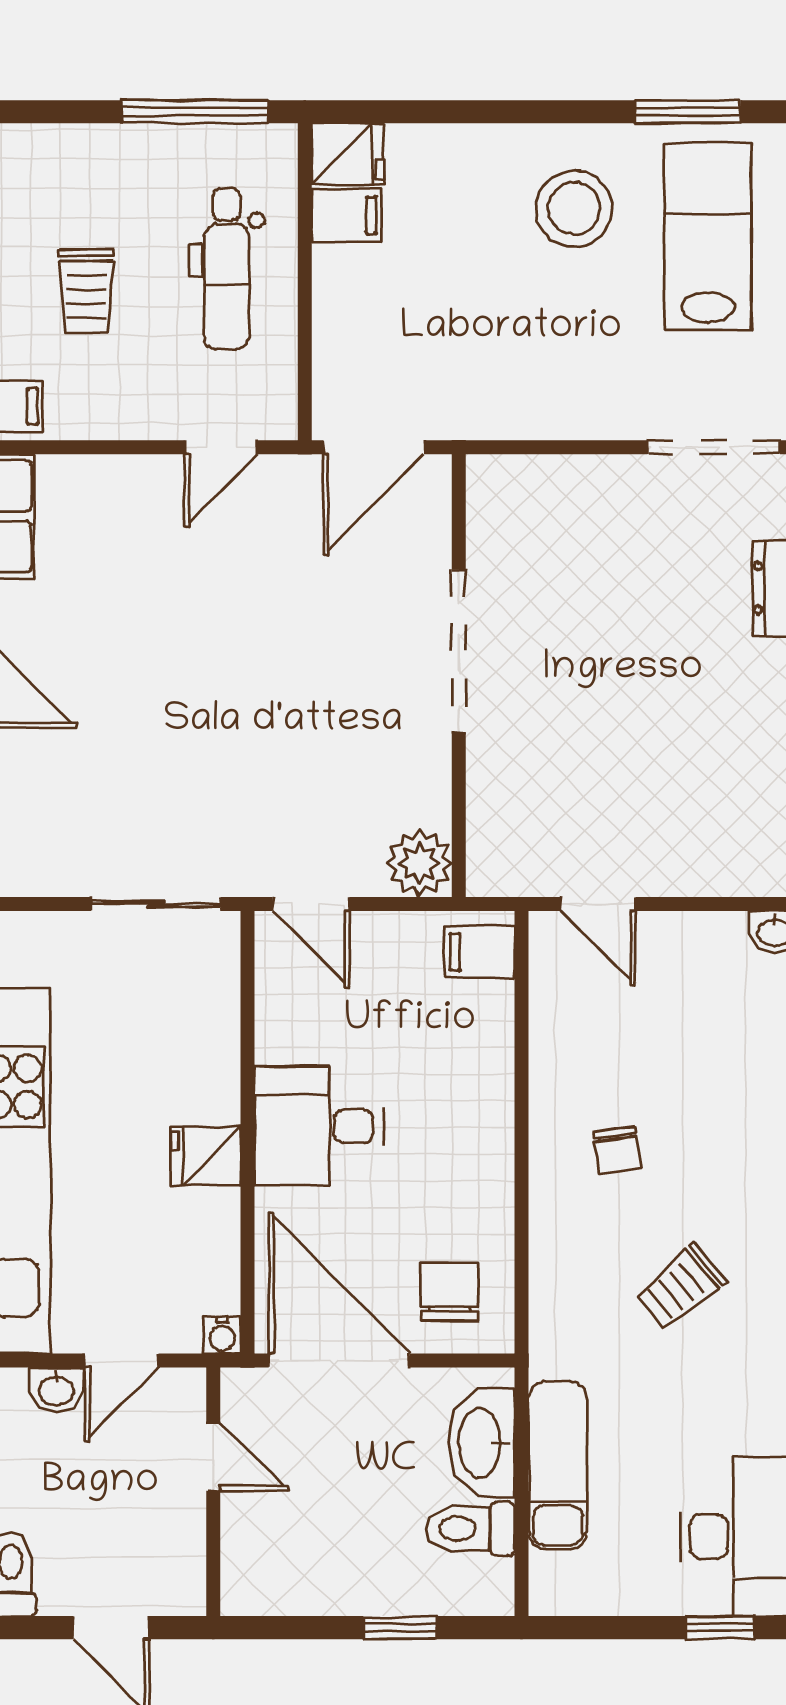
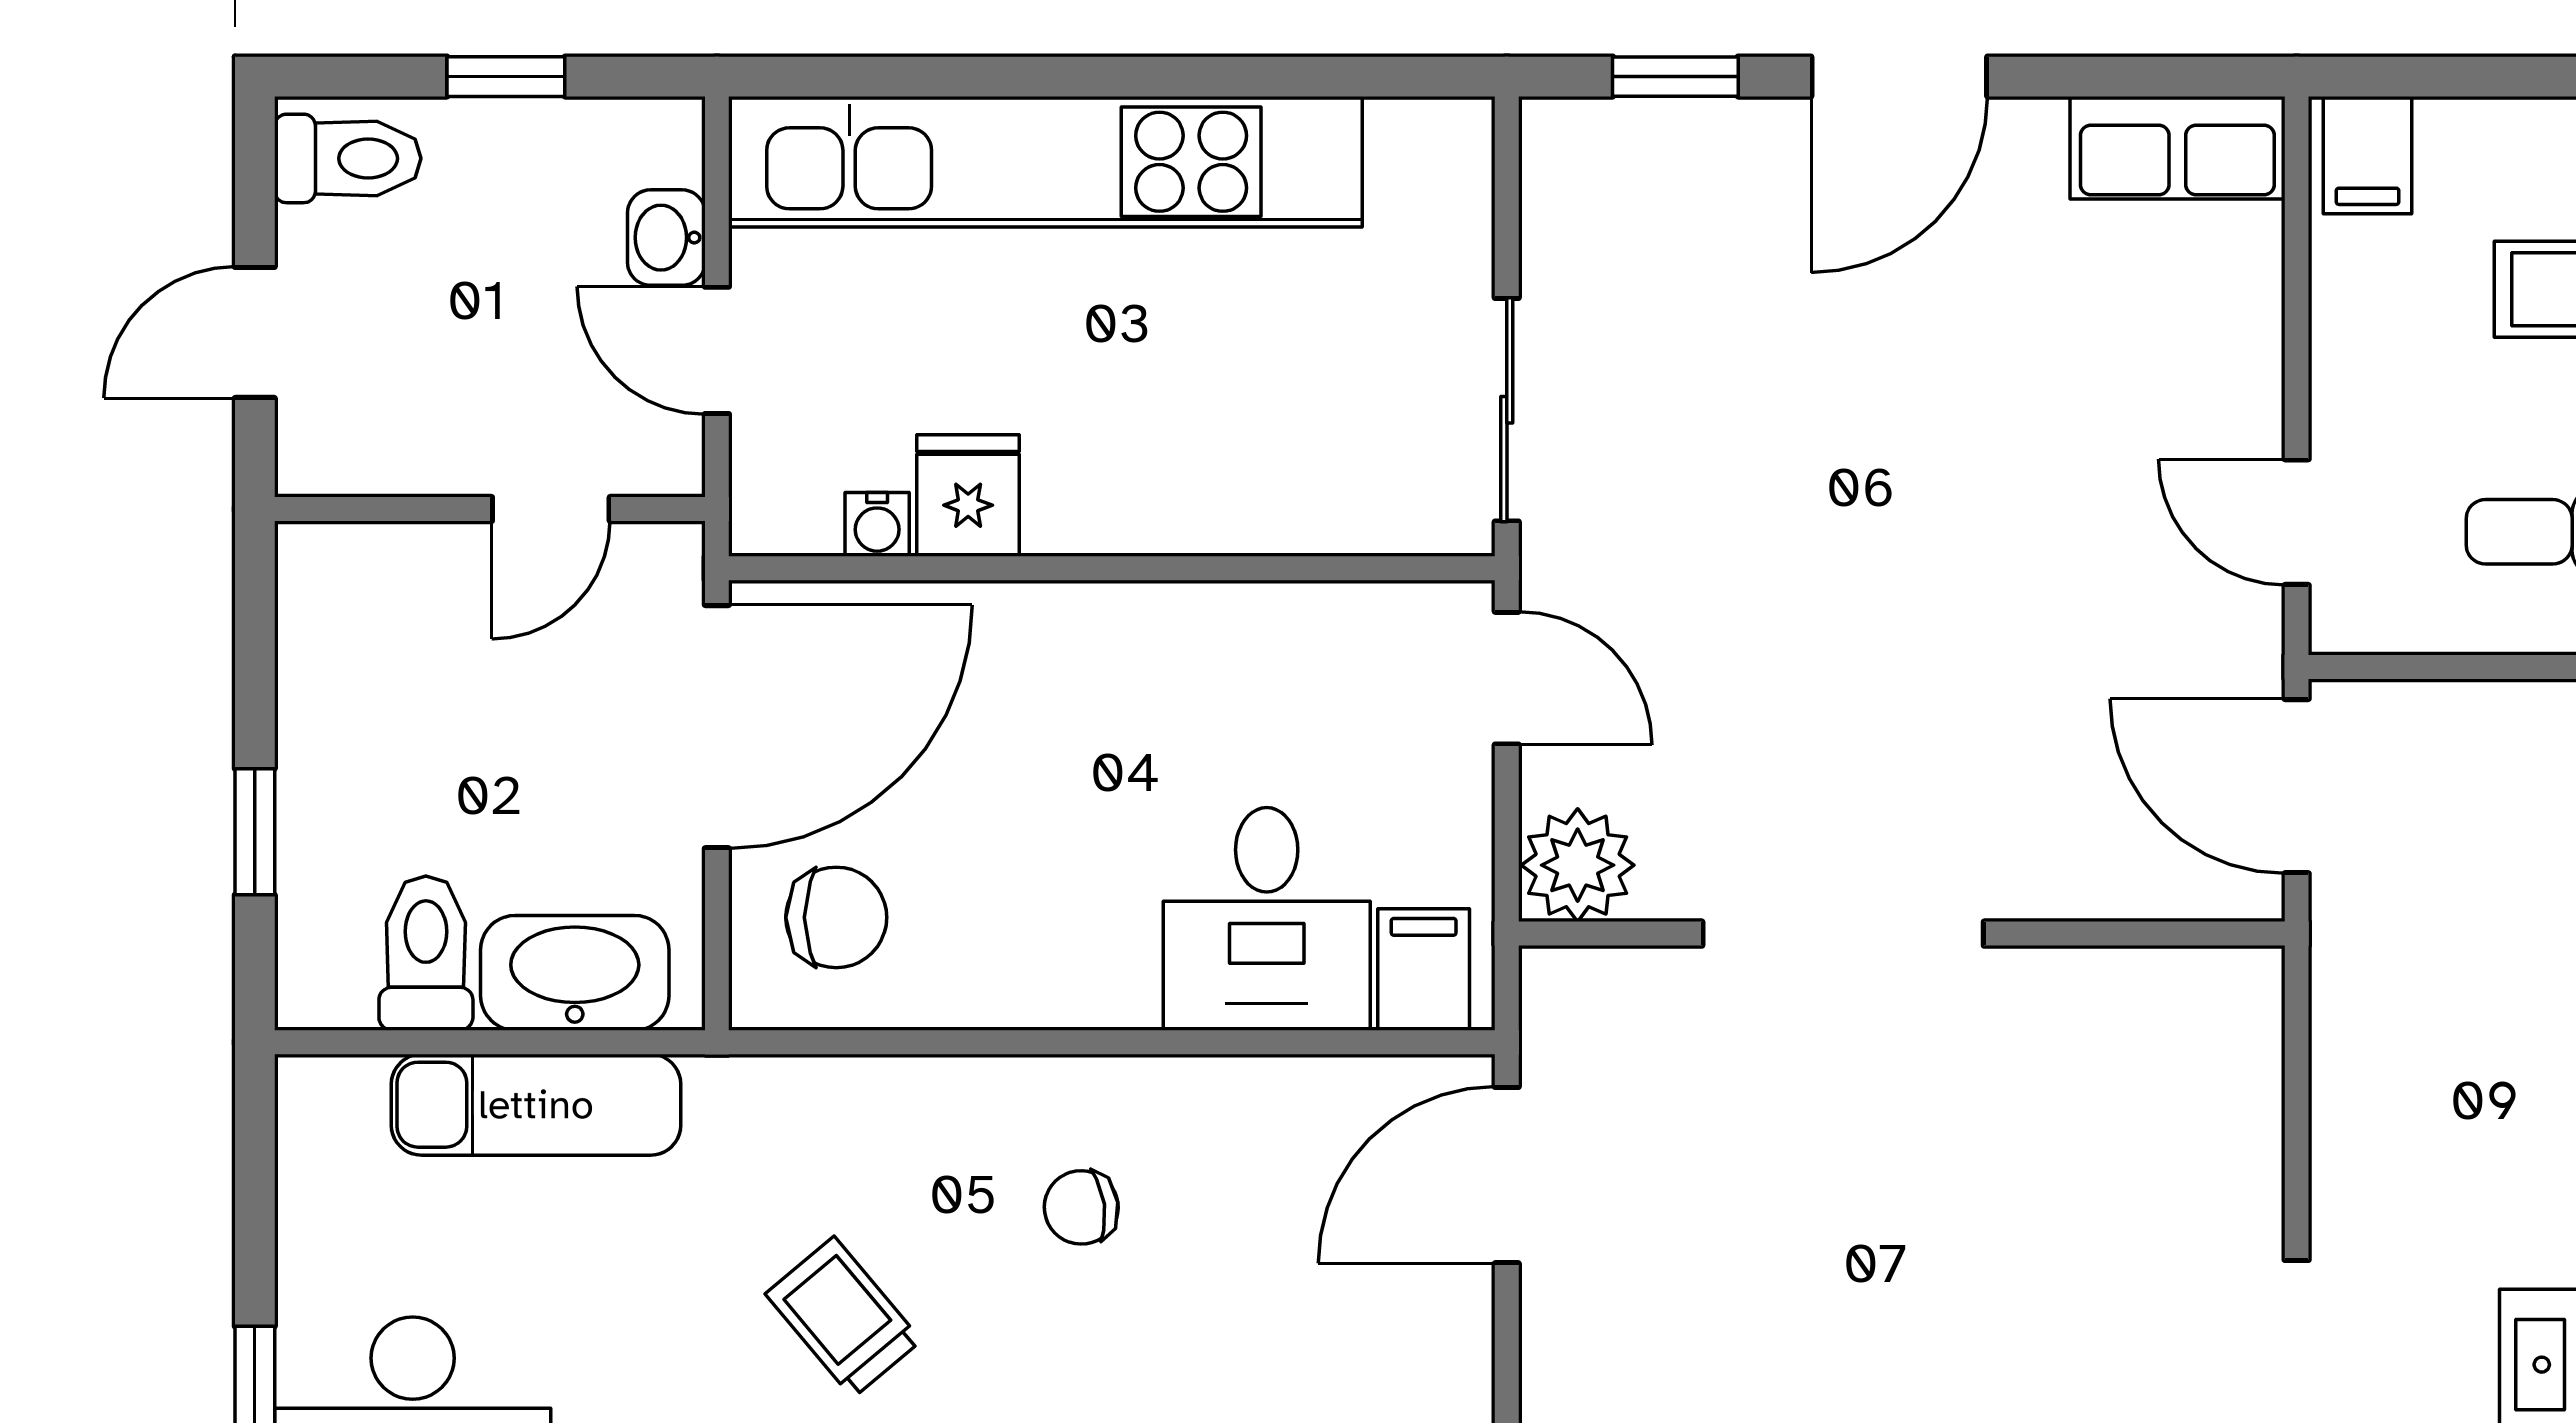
doorway: (459, 651) -> (1843, 934), moved
door: (311, 904) -> (1507, 678), swing flipped
door: (598, 904) -> (1507, 1175), width x1.38
desk: (319, 1126) -> (1267, 919), moved, turned 180
fridge: (206, 1156) -> (968, 495), moved
water cooler: (222, 1335) -> (877, 524), moved, turned -90

